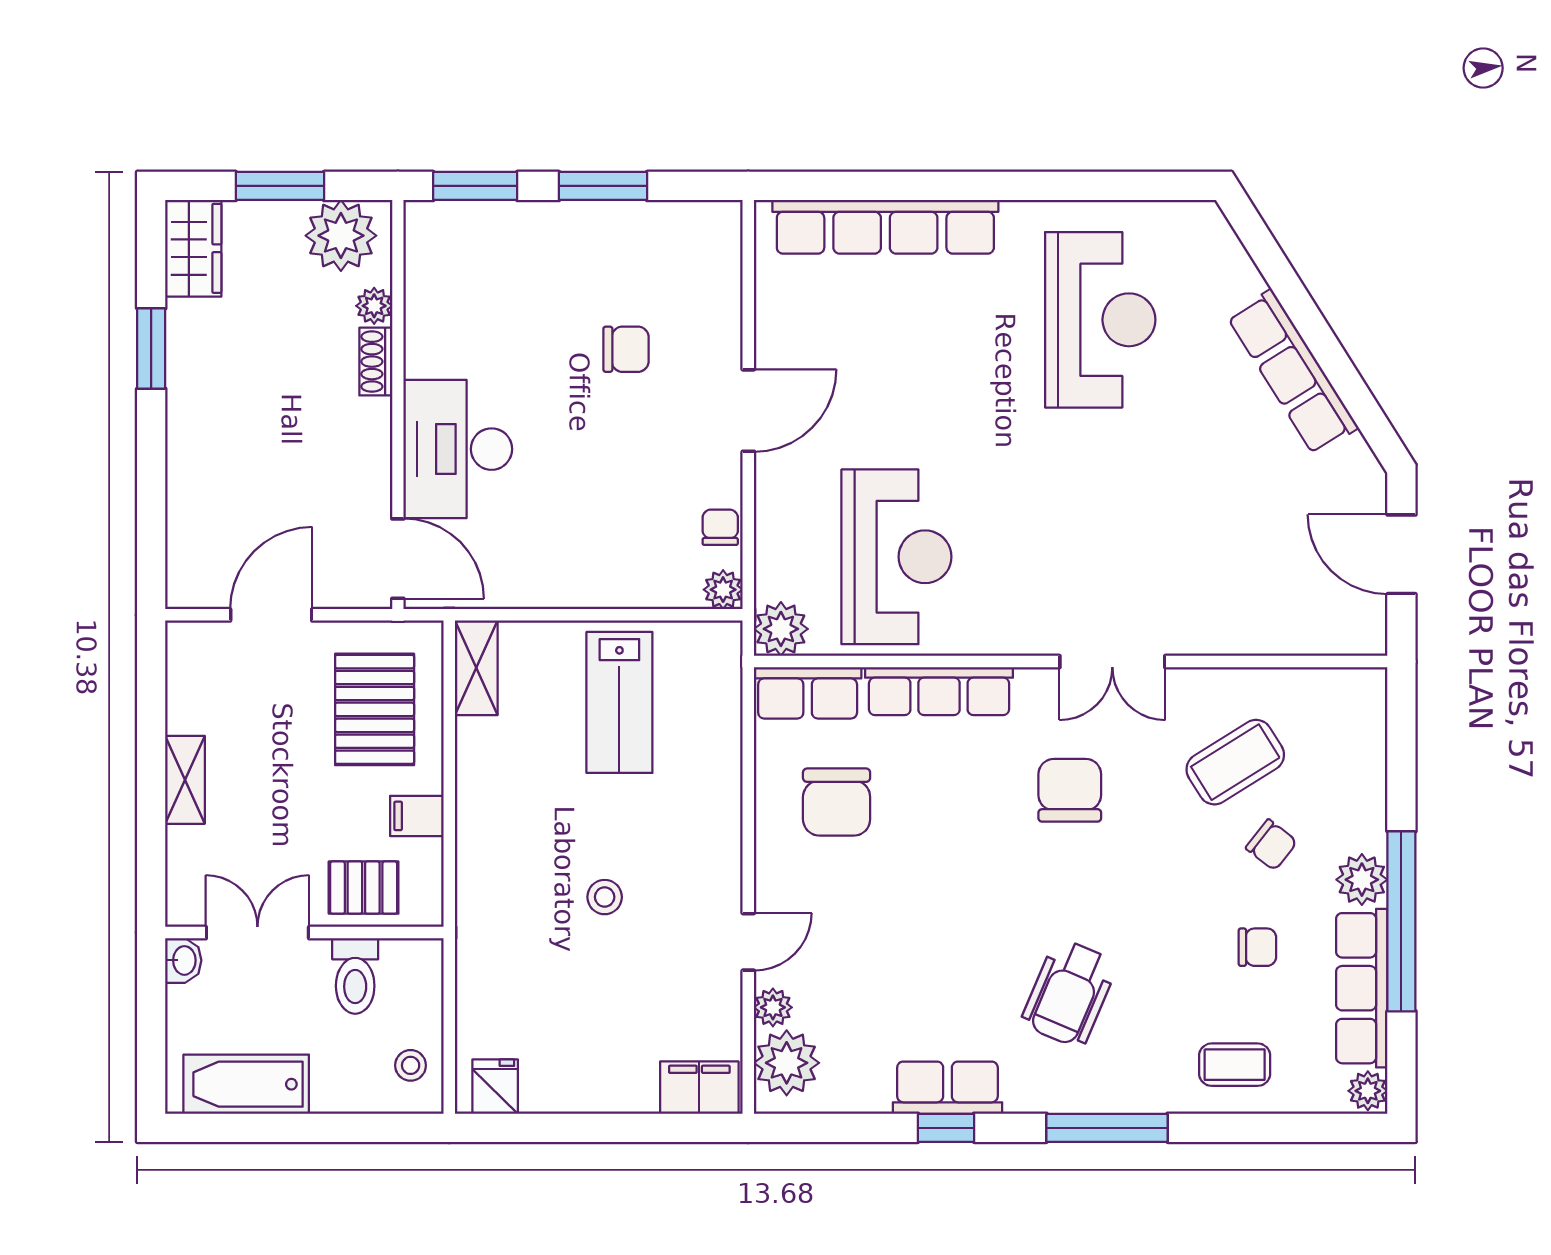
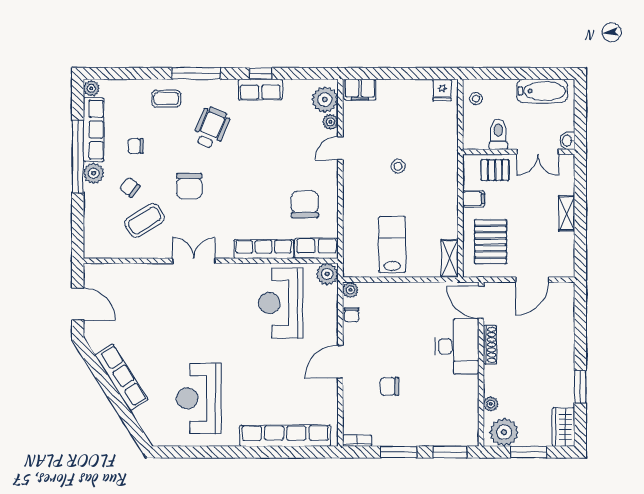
bookcase: (707, 214) -> (357, 441), added
shoe rack: (376, 362) -> (490, 345), moved, width x1.43
chair: (1070, 790) -> (189, 186), moved
coffee table: (1235, 1065) -> (166, 99), moved

